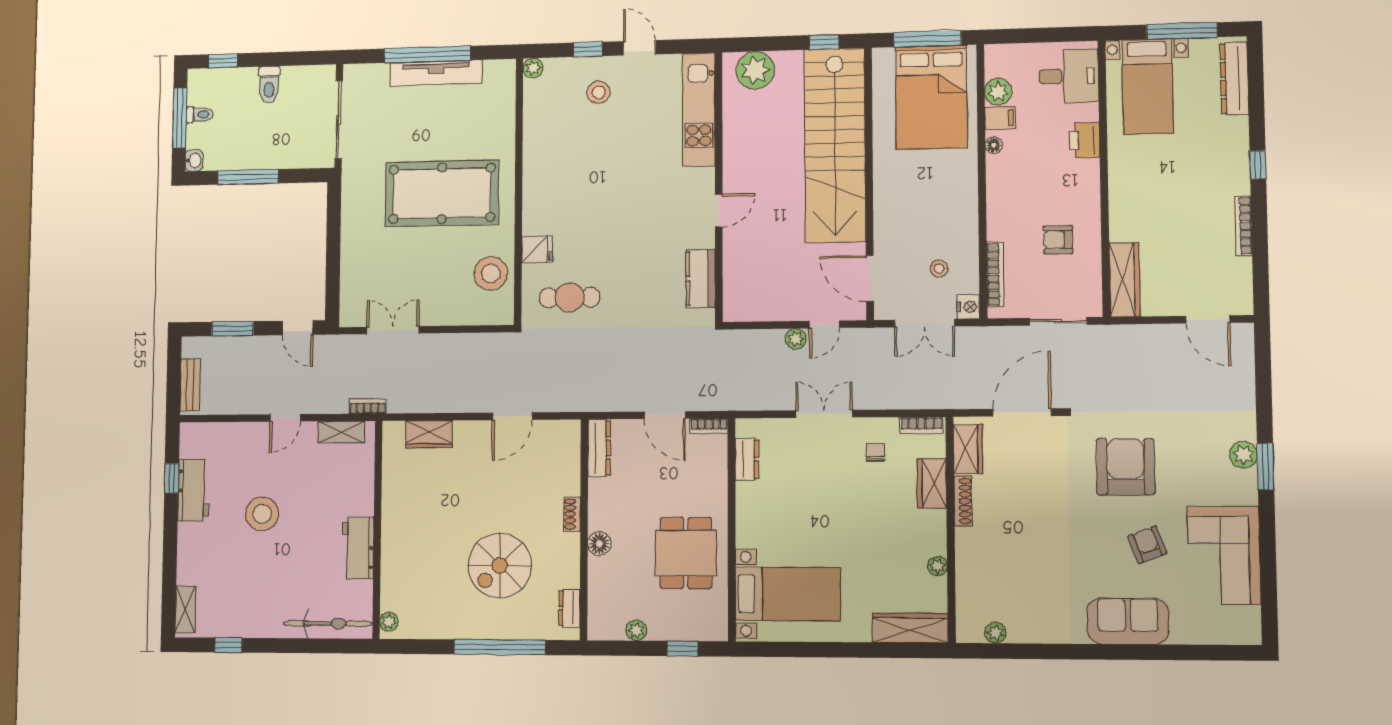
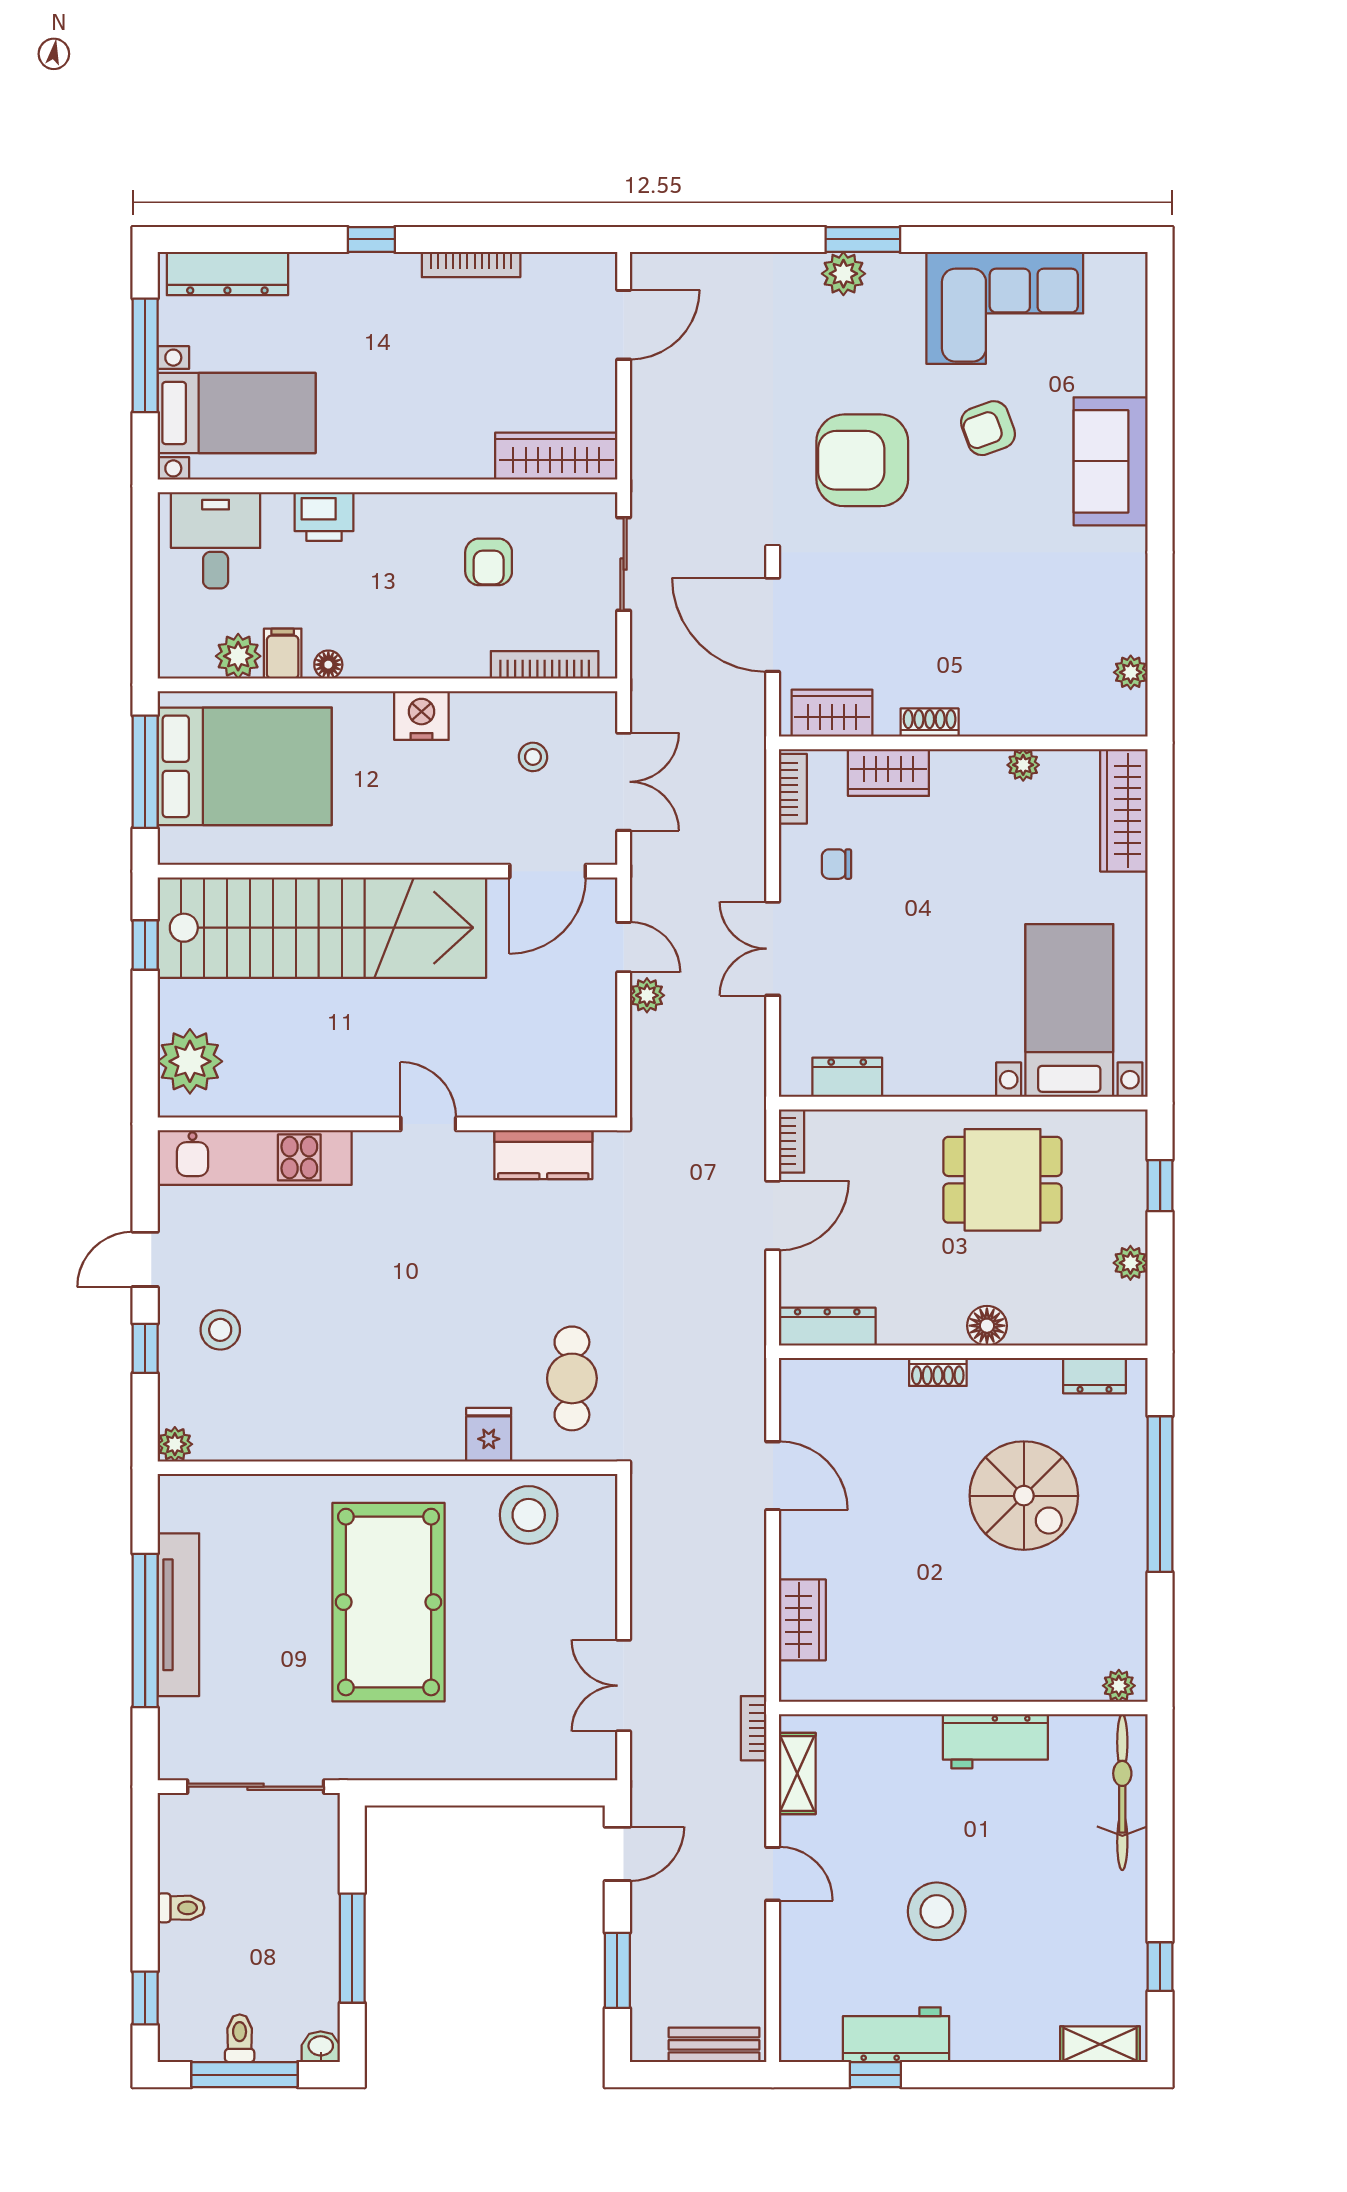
toilet: (269, 85) -> (181, 1908), width x0.73, depth x0.72
nightstand: (968, 307) -> (421, 715), moved, width x1.36, depth x1.33
shoe rack: (963, 501) -> (930, 723), width x0.70

